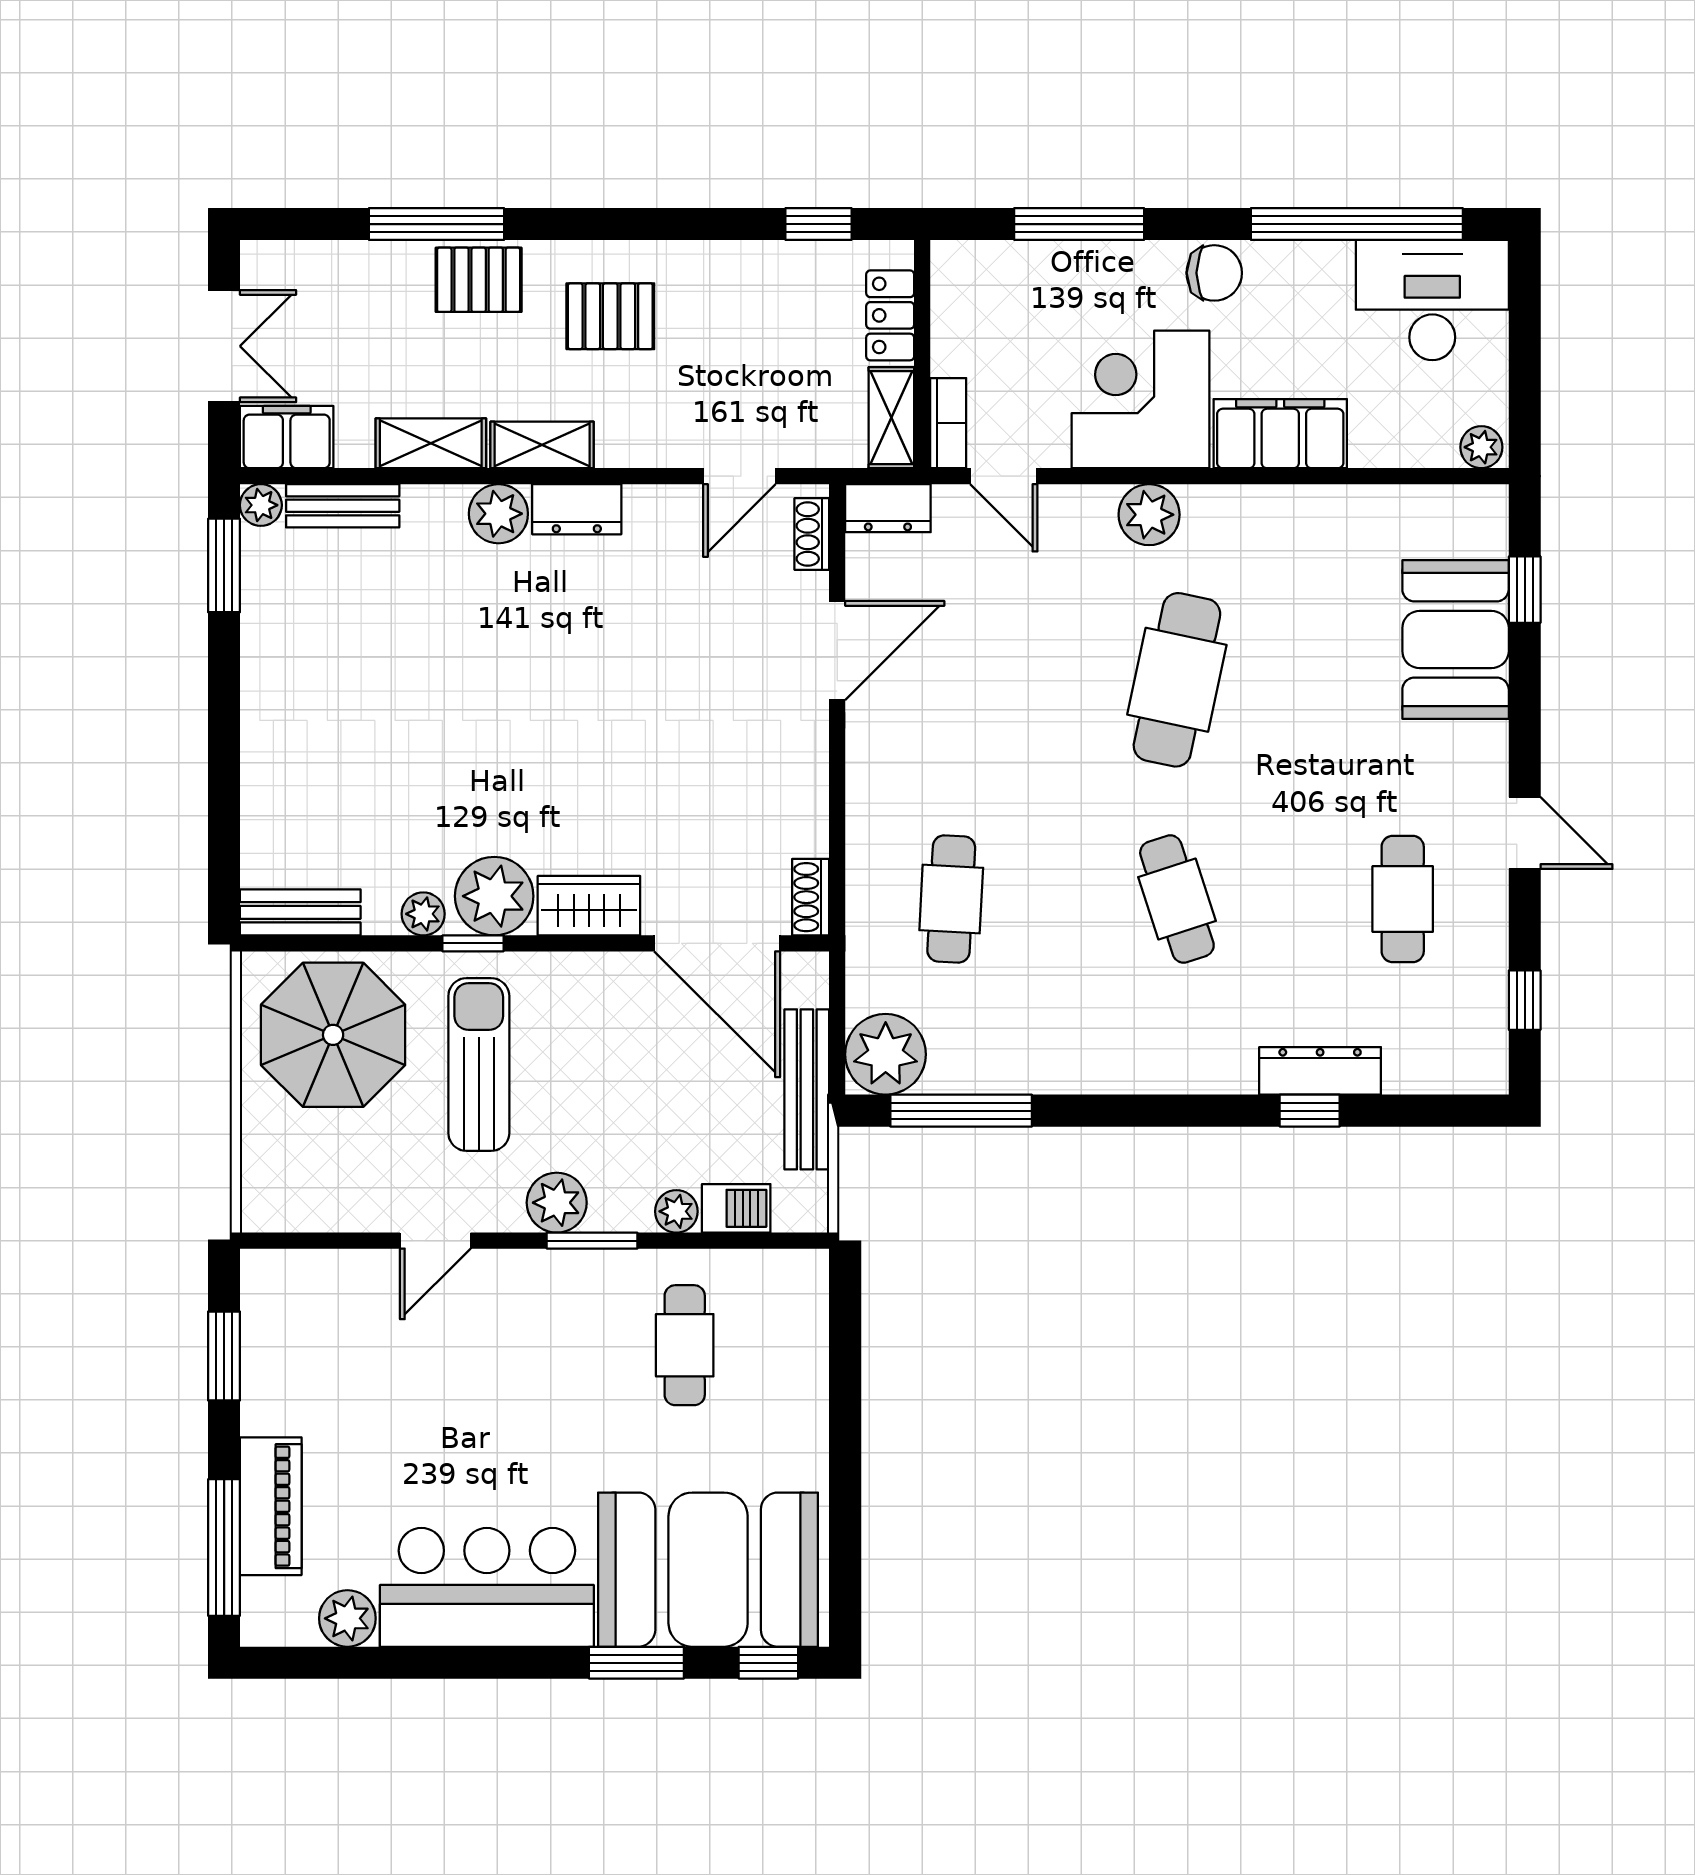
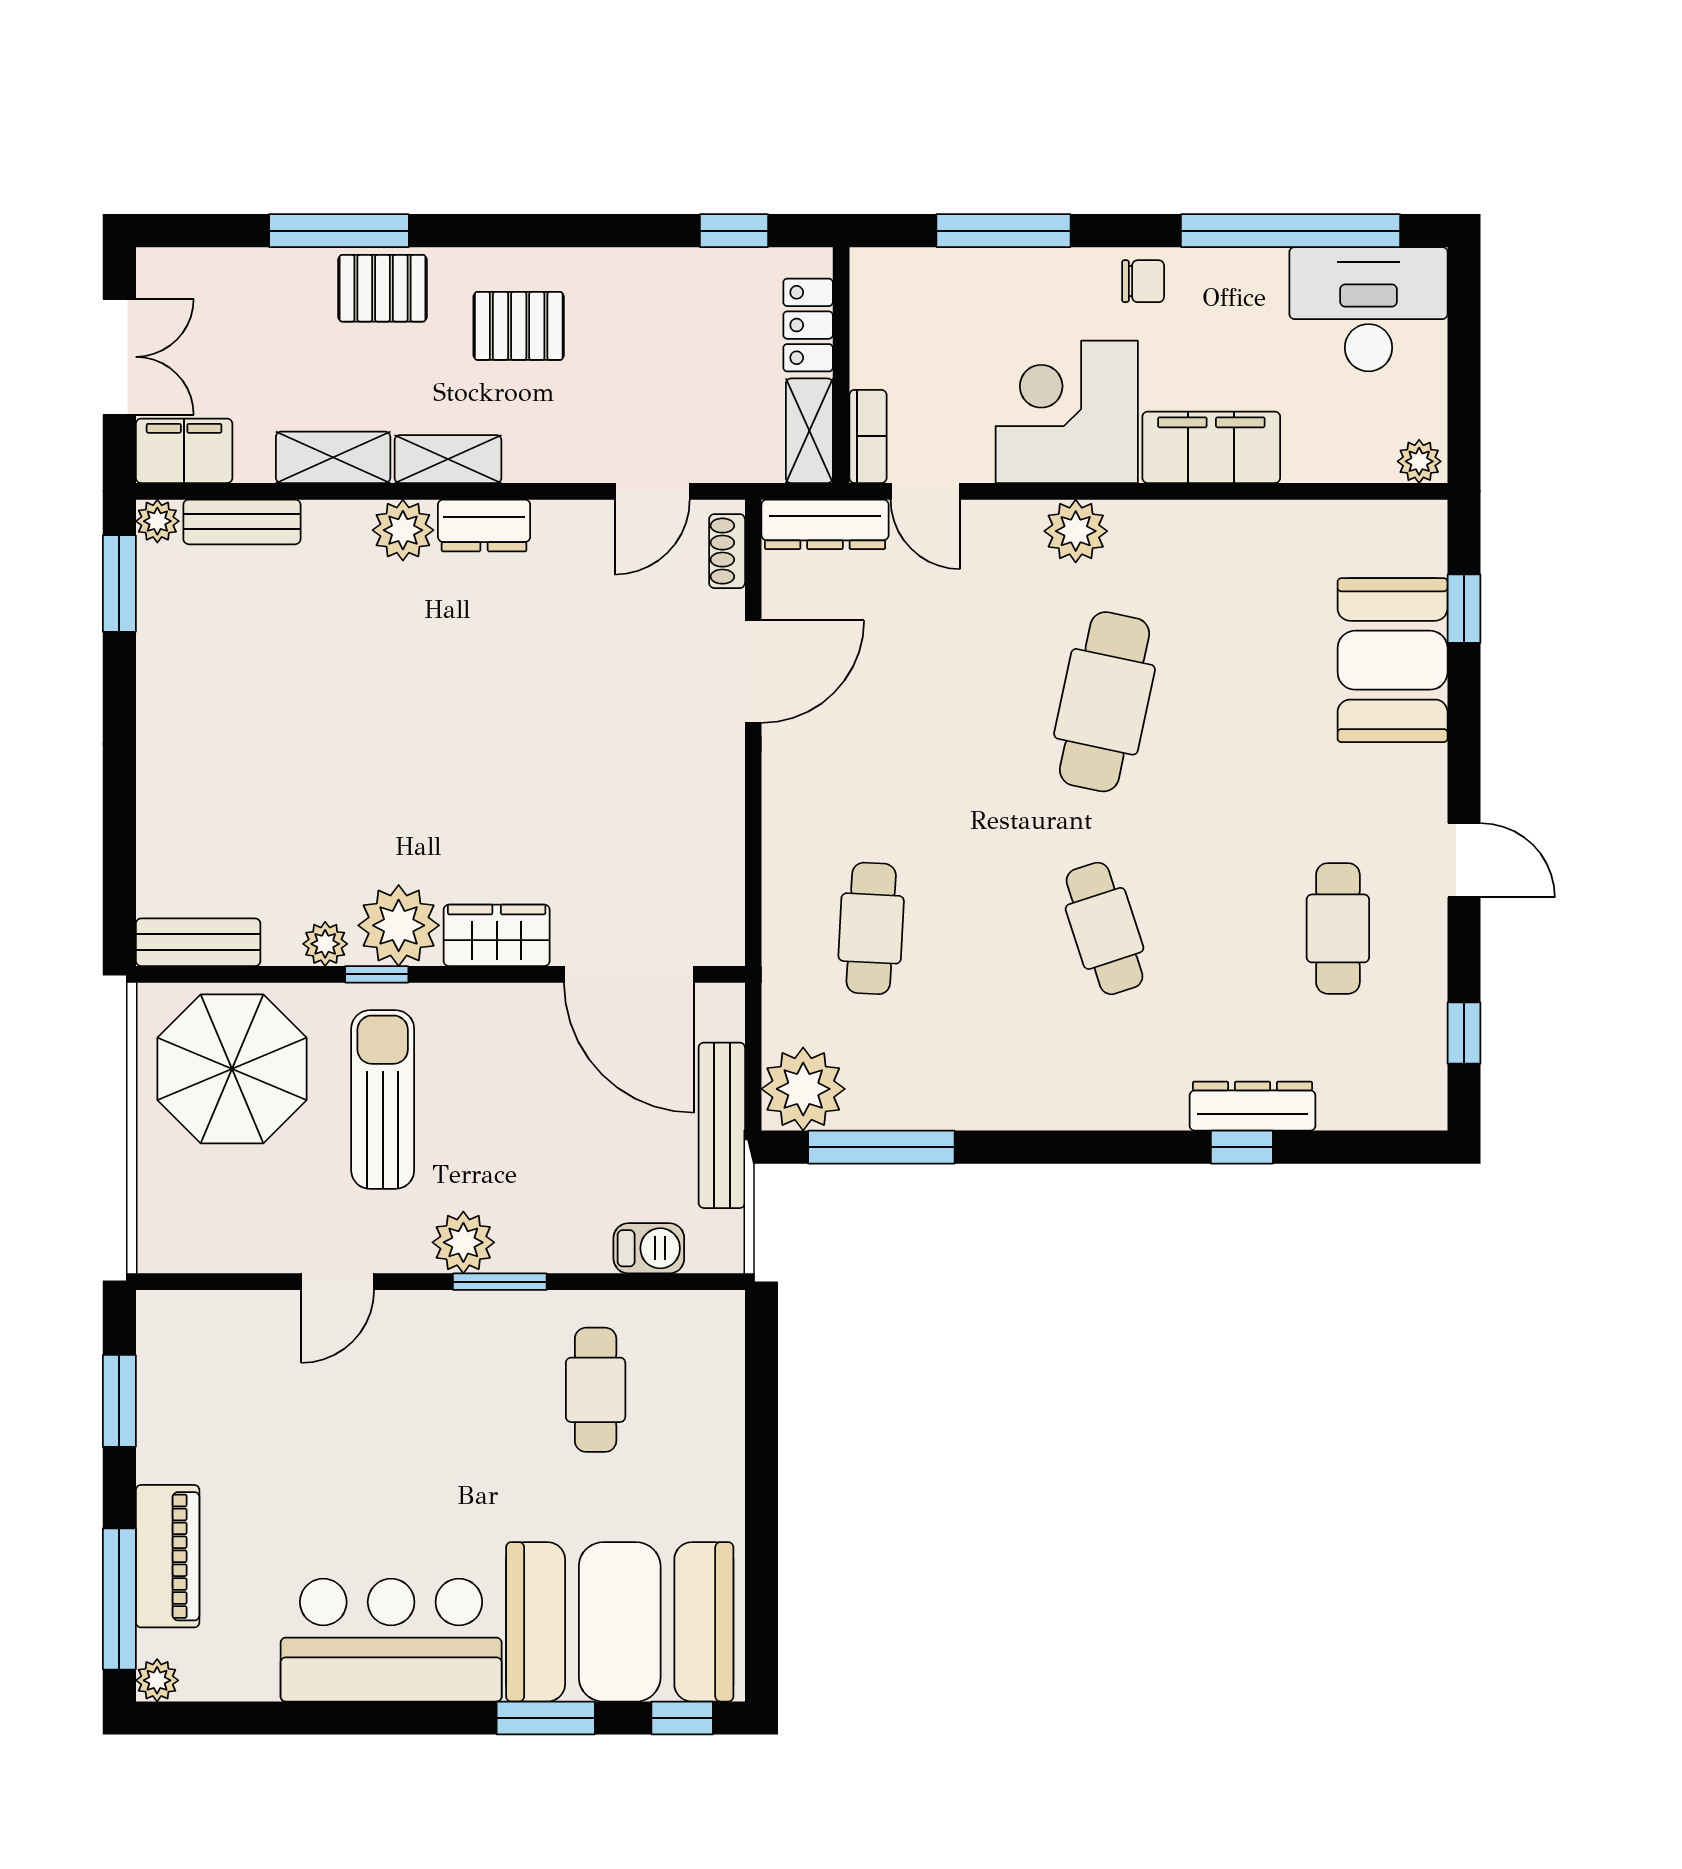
chair: (1214, 273) -> (1143, 281), width x0.73, depth x0.73
dresser: (888, 508) -> (825, 524), width x1.44
shoe rack: (811, 897) -> (726, 927), removed
plant: (676, 1211) -> (587, 1251), removed
plant: (347, 1618) -> (157, 1680), moved, width x0.73, depth x0.73

